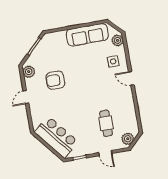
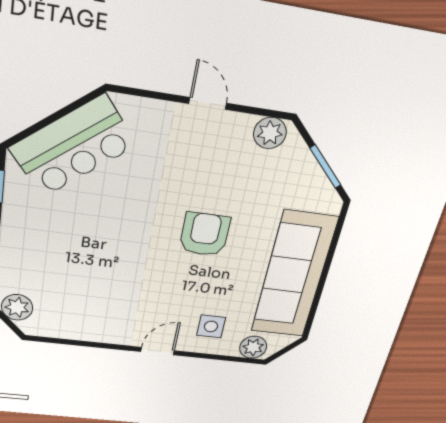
sofa: (87, 35) -> (294, 276), width x1.36, depth x1.27
armchair: (55, 80) -> (205, 234), moved
cafe table: (106, 123) -> (71, 272), removed

